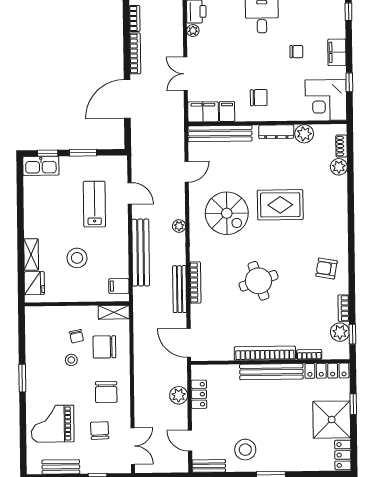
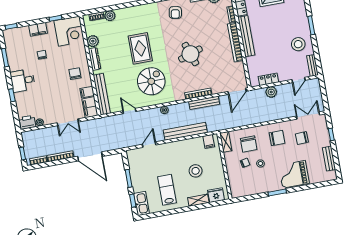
lab bench: (94, 204) -> (167, 190), moved, turned 90
grand piano: (53, 424) -> (294, 174), moved, turned 90

